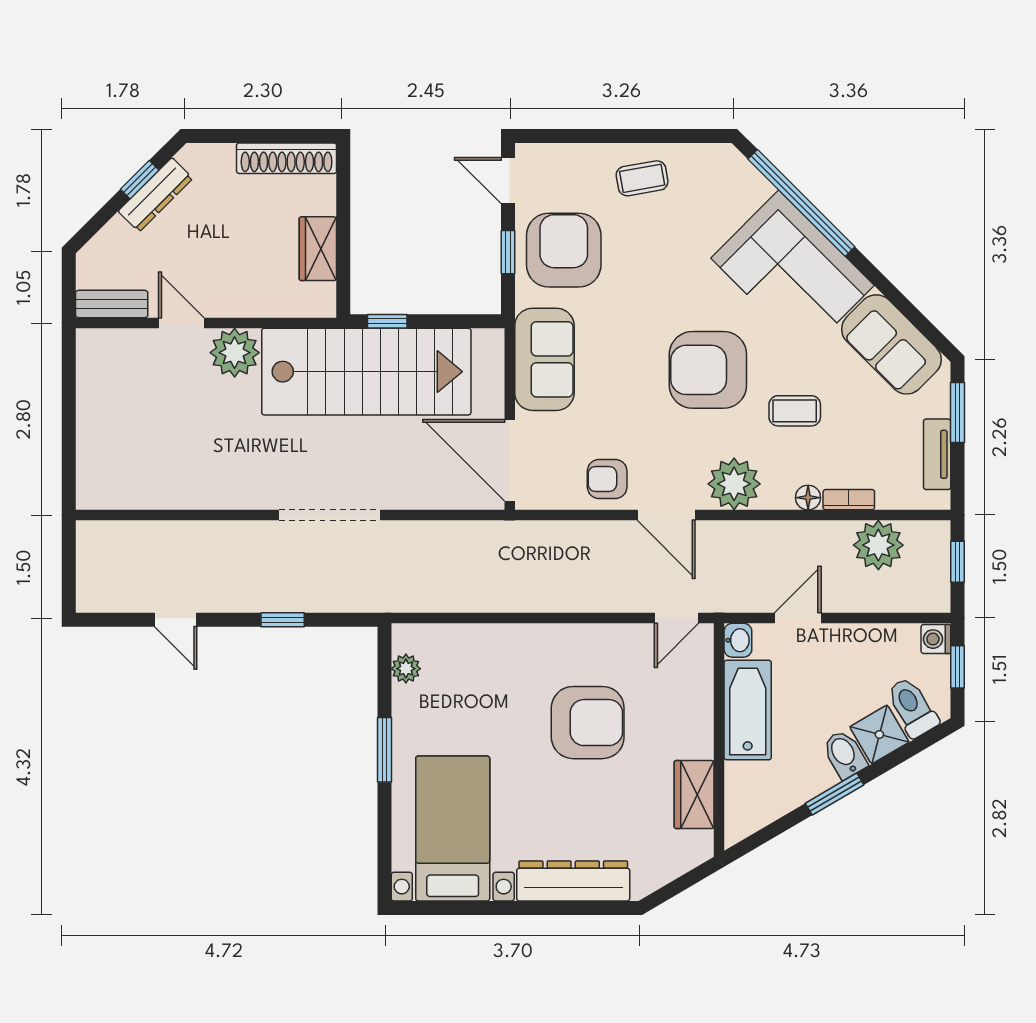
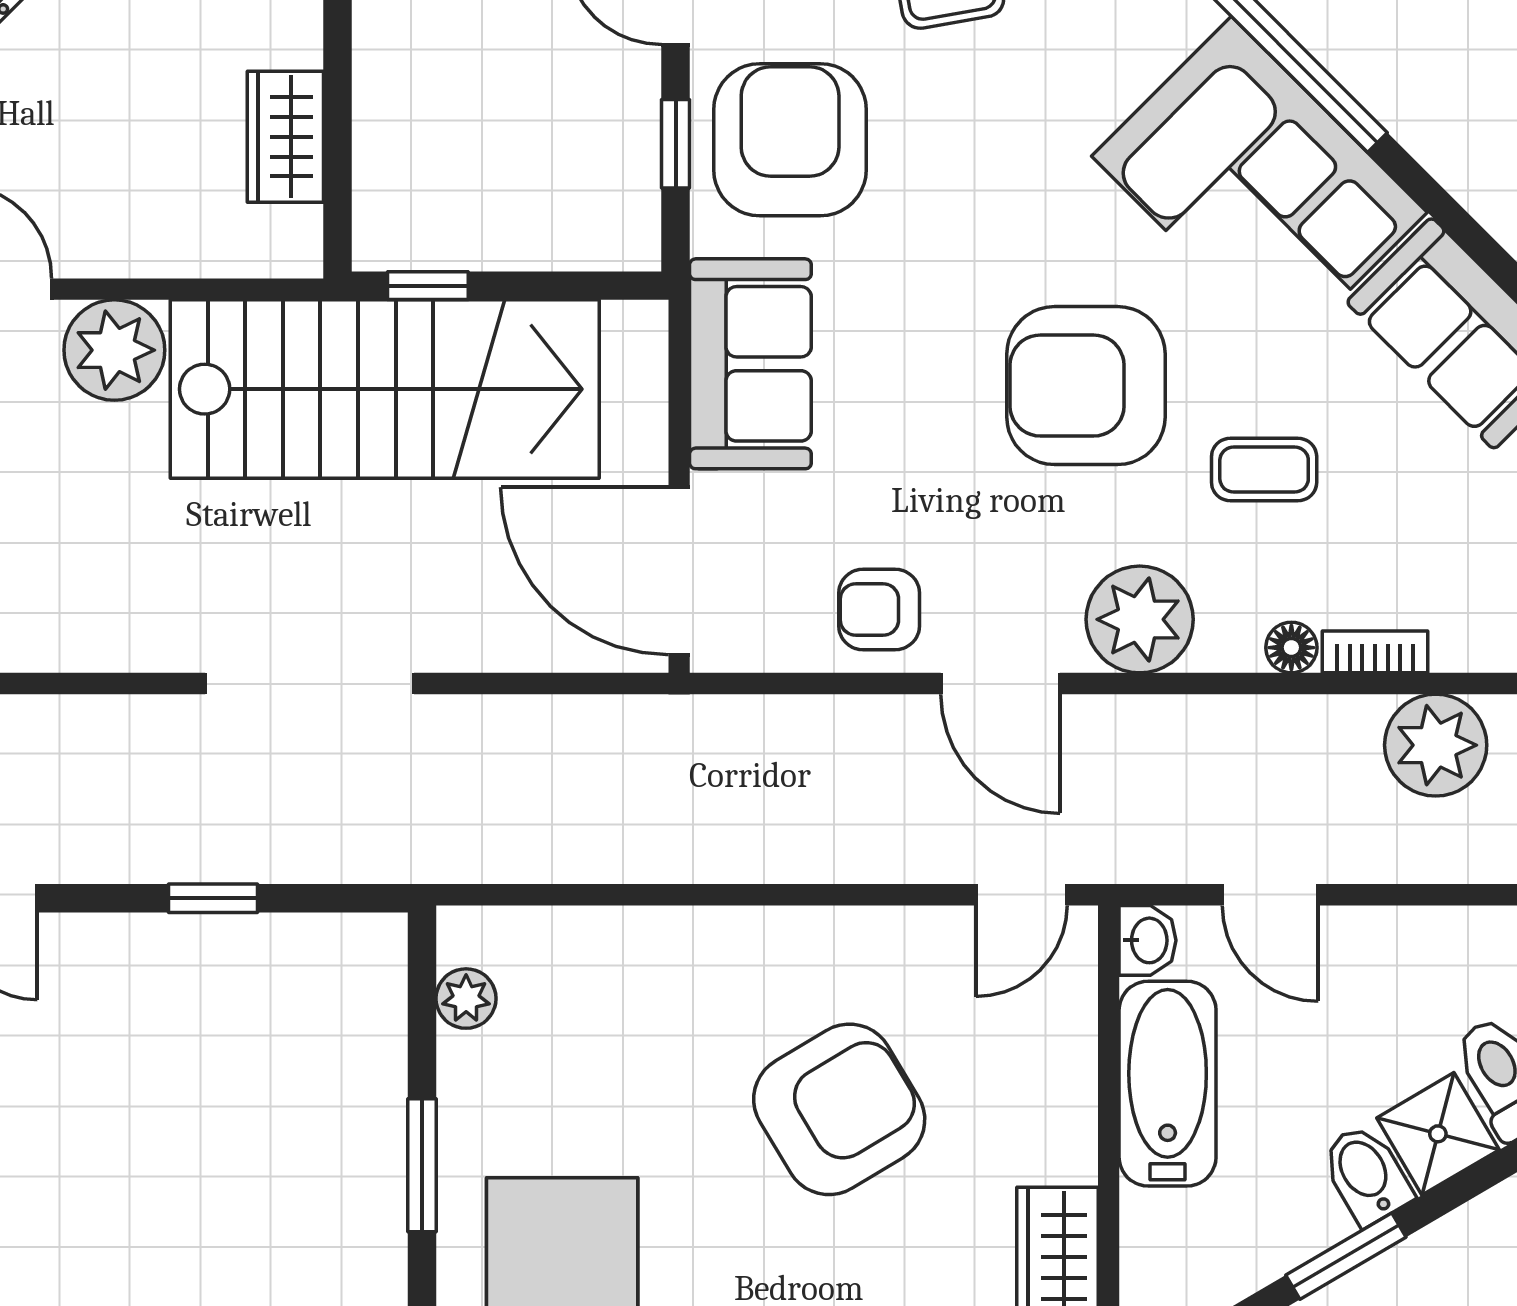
door: (798, 618) -> (1270, 895), swing flipped
armchair: (588, 723) -> (839, 1109), turned -31

